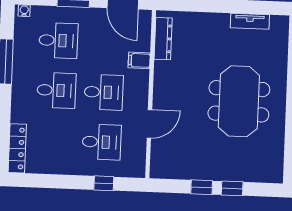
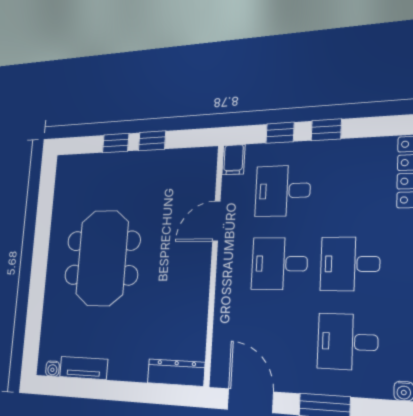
water cooler: (276, 20) -> (53, 369), added
dresser: (163, 39) -> (176, 373), moved, turned 90
filing cabinet: (139, 60) -> (233, 160), moved, turned 90
window: (72, 182) -> (326, 130), added

